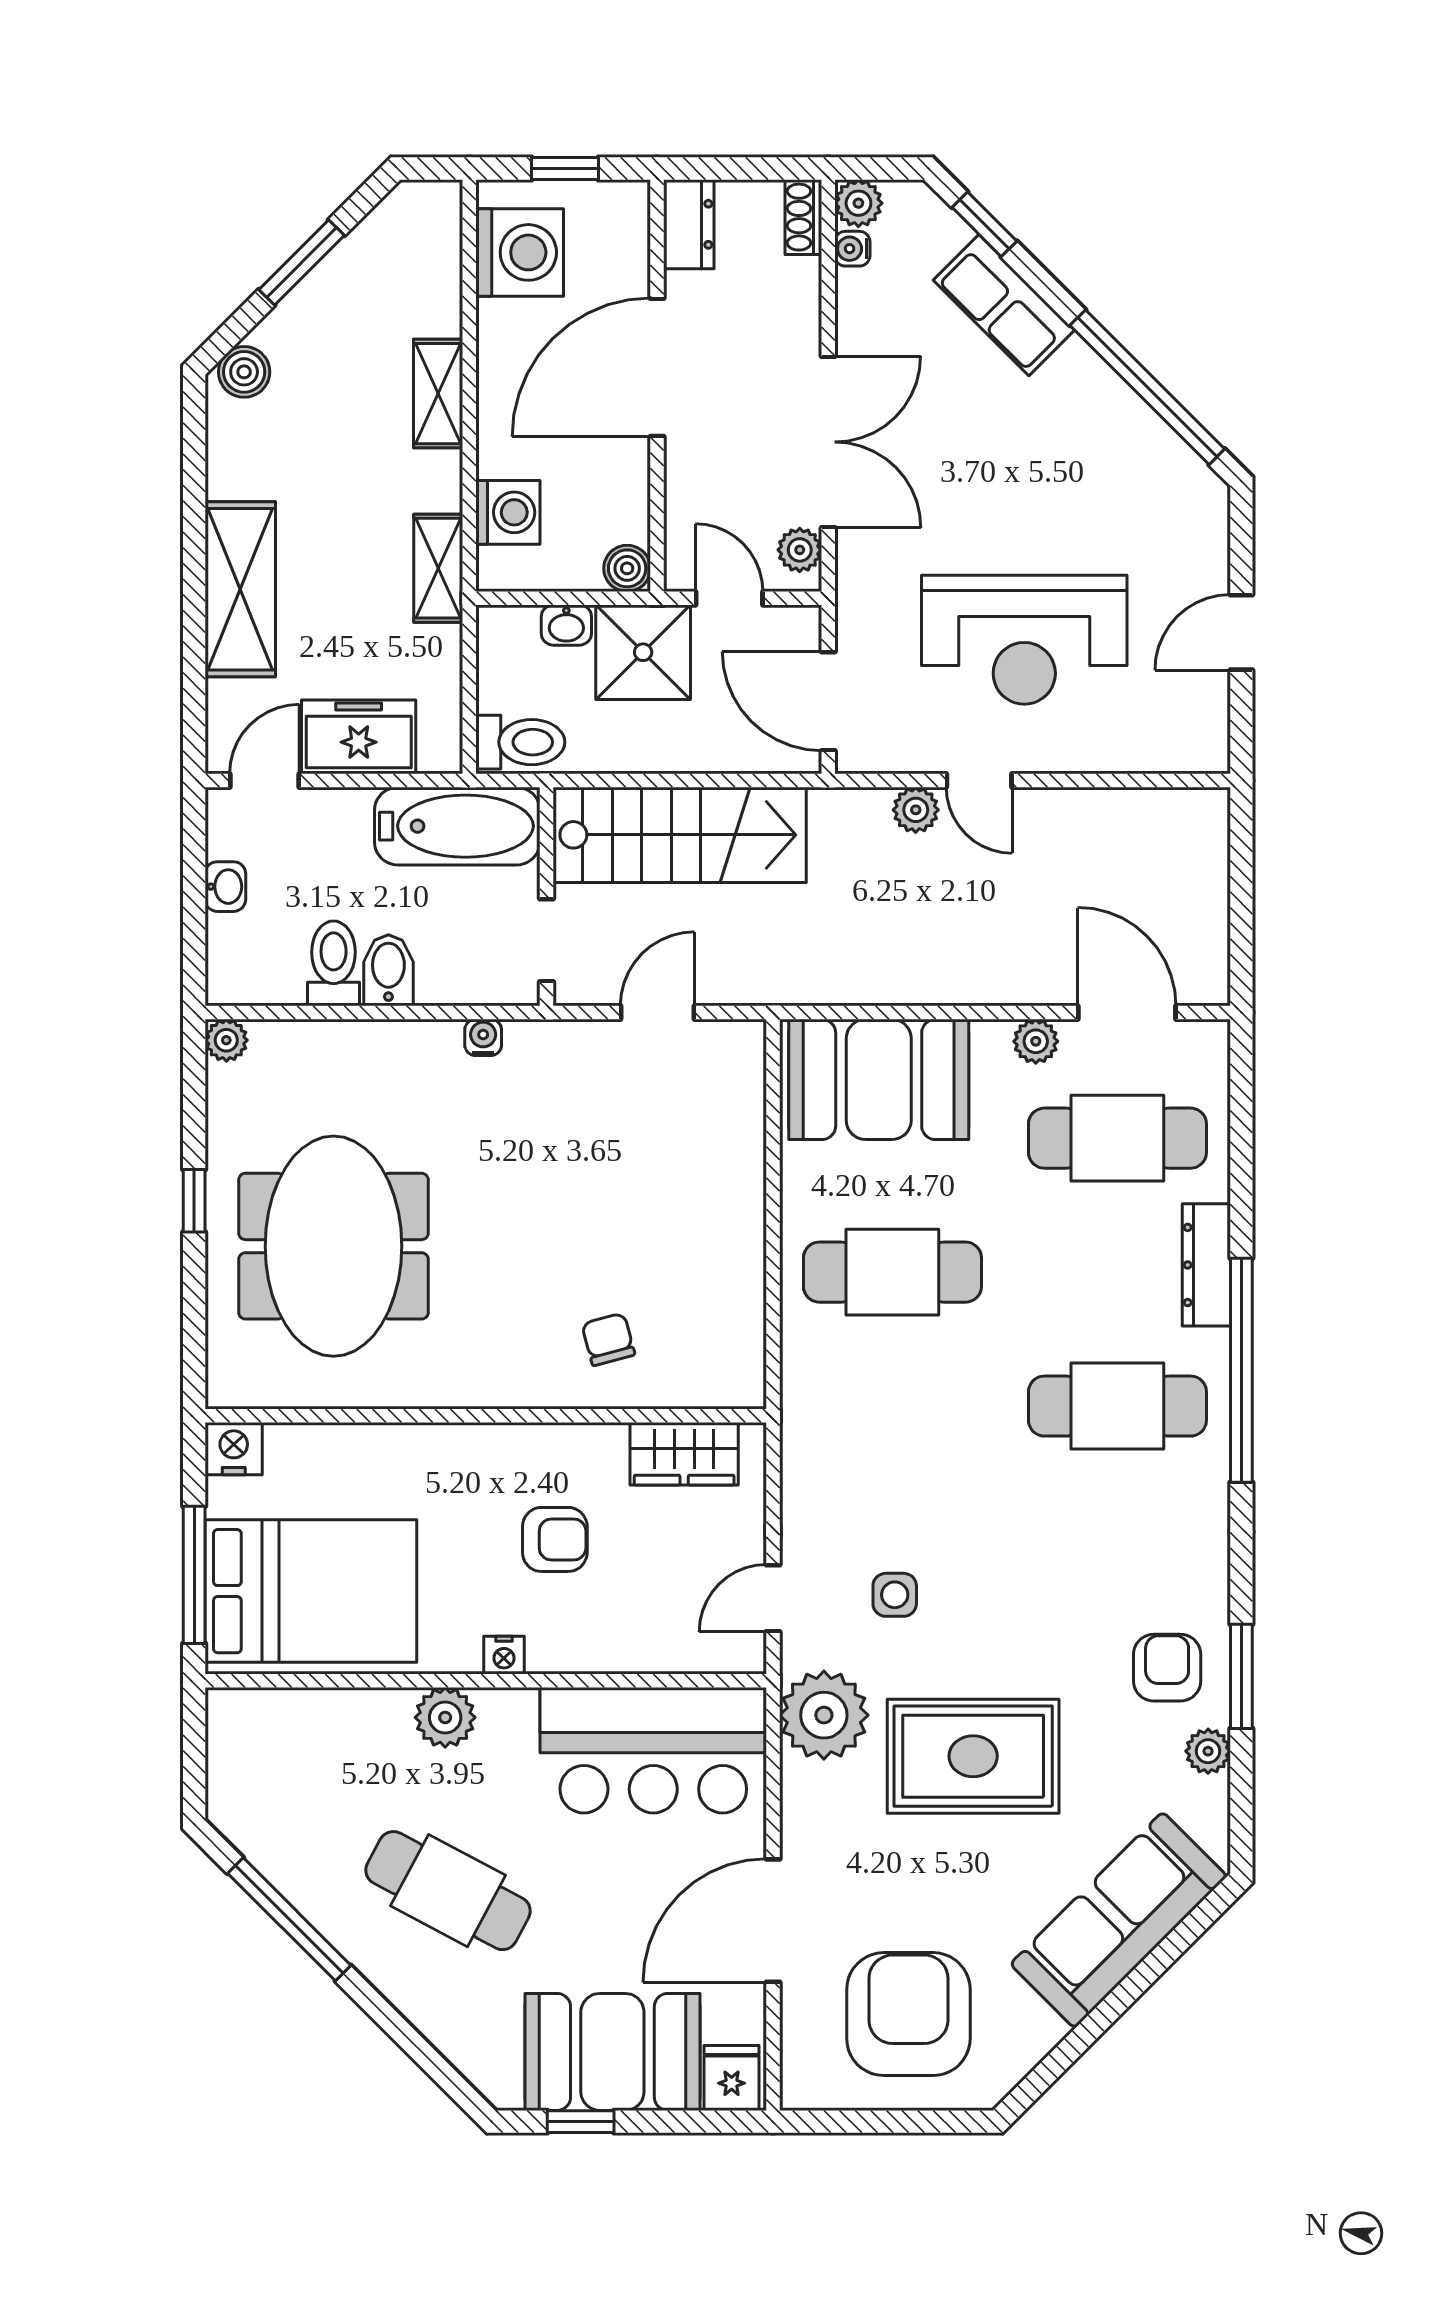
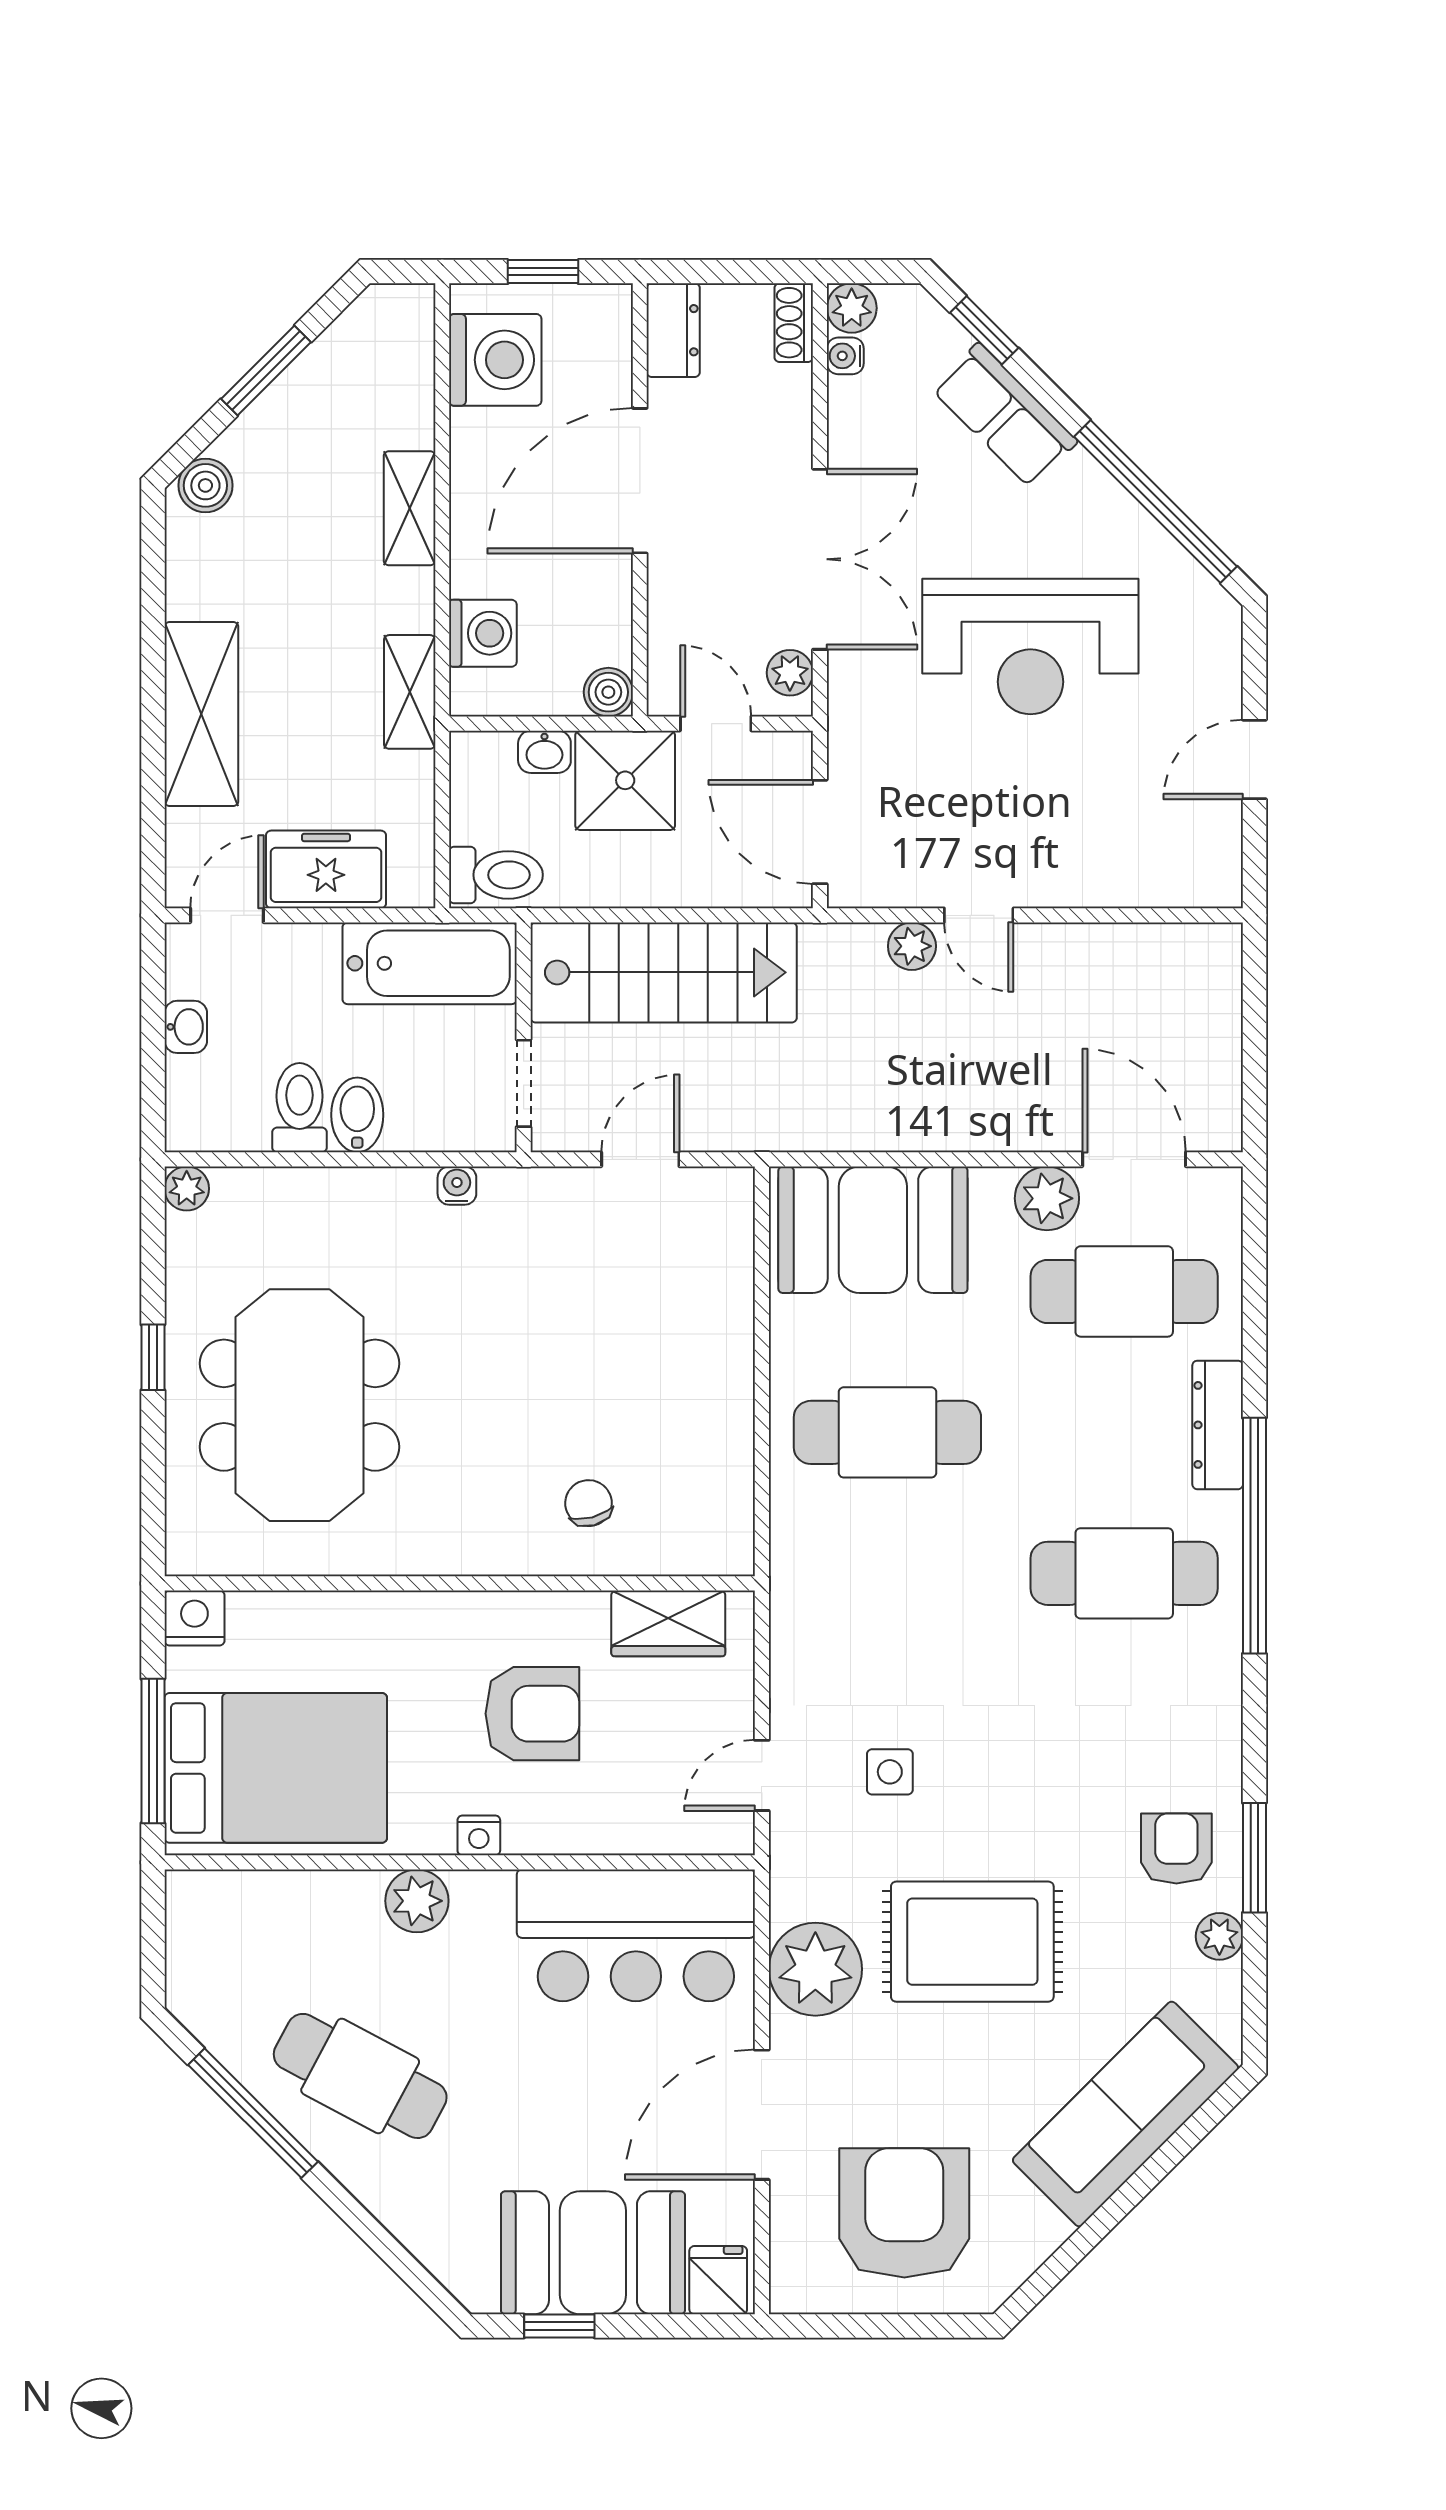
reception desk: (1024, 640) -> (1030, 646), moved
plant: (1036, 1041) -> (1047, 1198), width x1.38, depth x1.38
armchair: (555, 1539) -> (532, 1714), width x1.38, depth x1.38
plant: (824, 1715) -> (815, 1969), moved
cafe table: (448, 1891) -> (360, 2076), moved

